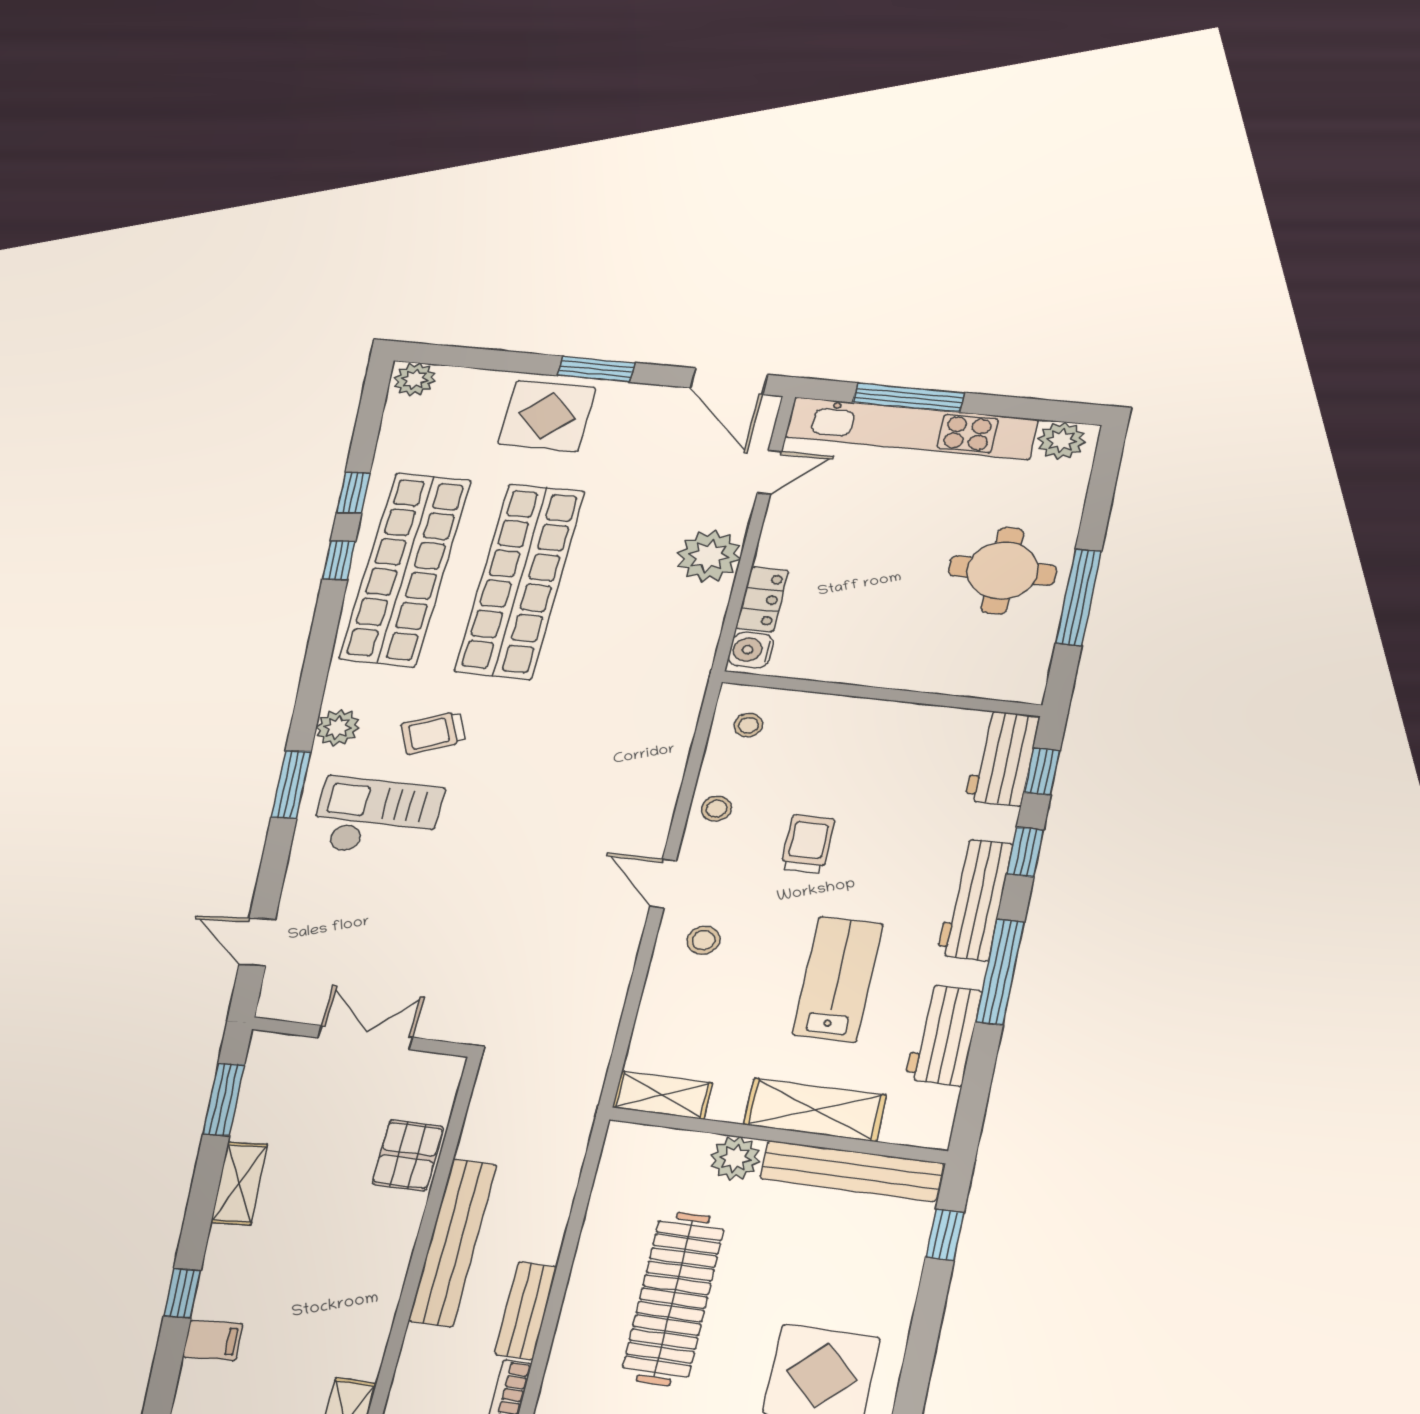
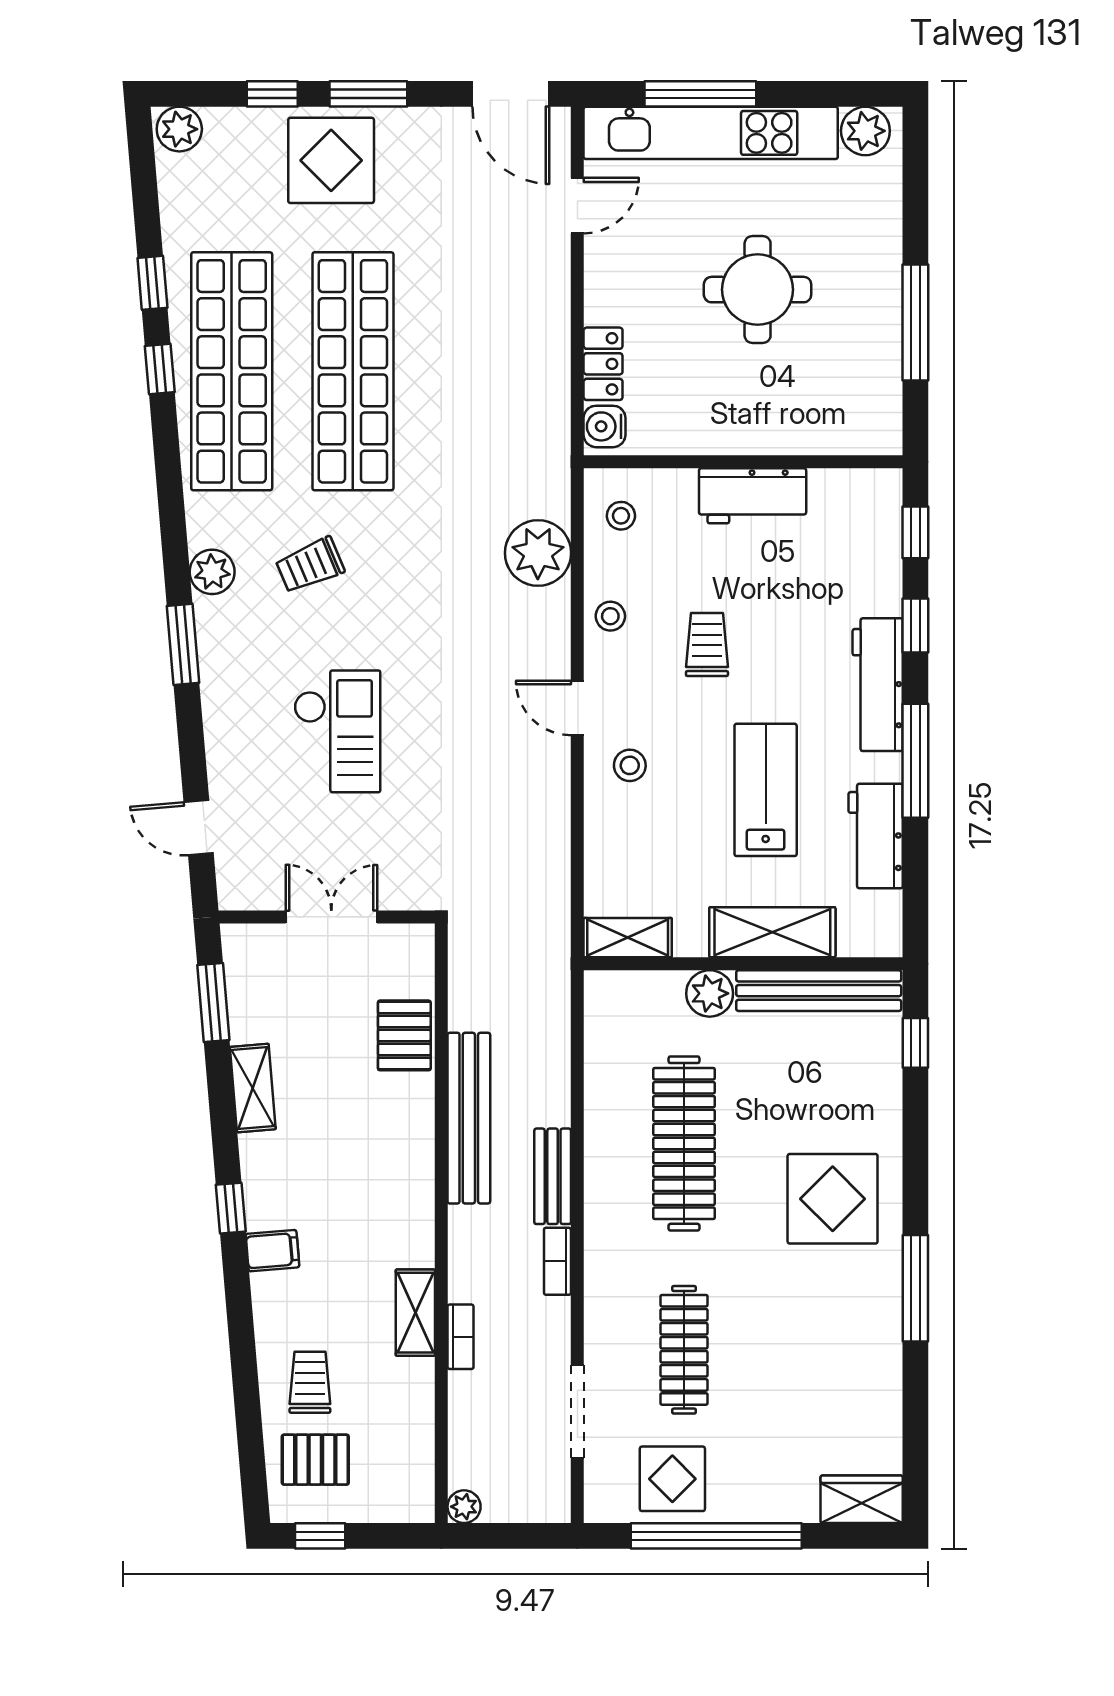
window: (508, 361) -> (272, 94), added
plant: (709, 556) -> (538, 553), moved
round table: (1002, 570) -> (758, 290), moved
workbench: (1003, 758) -> (753, 496), moved, turned -90
checkout: (376, 817) -> (337, 731), moved, turned 90

